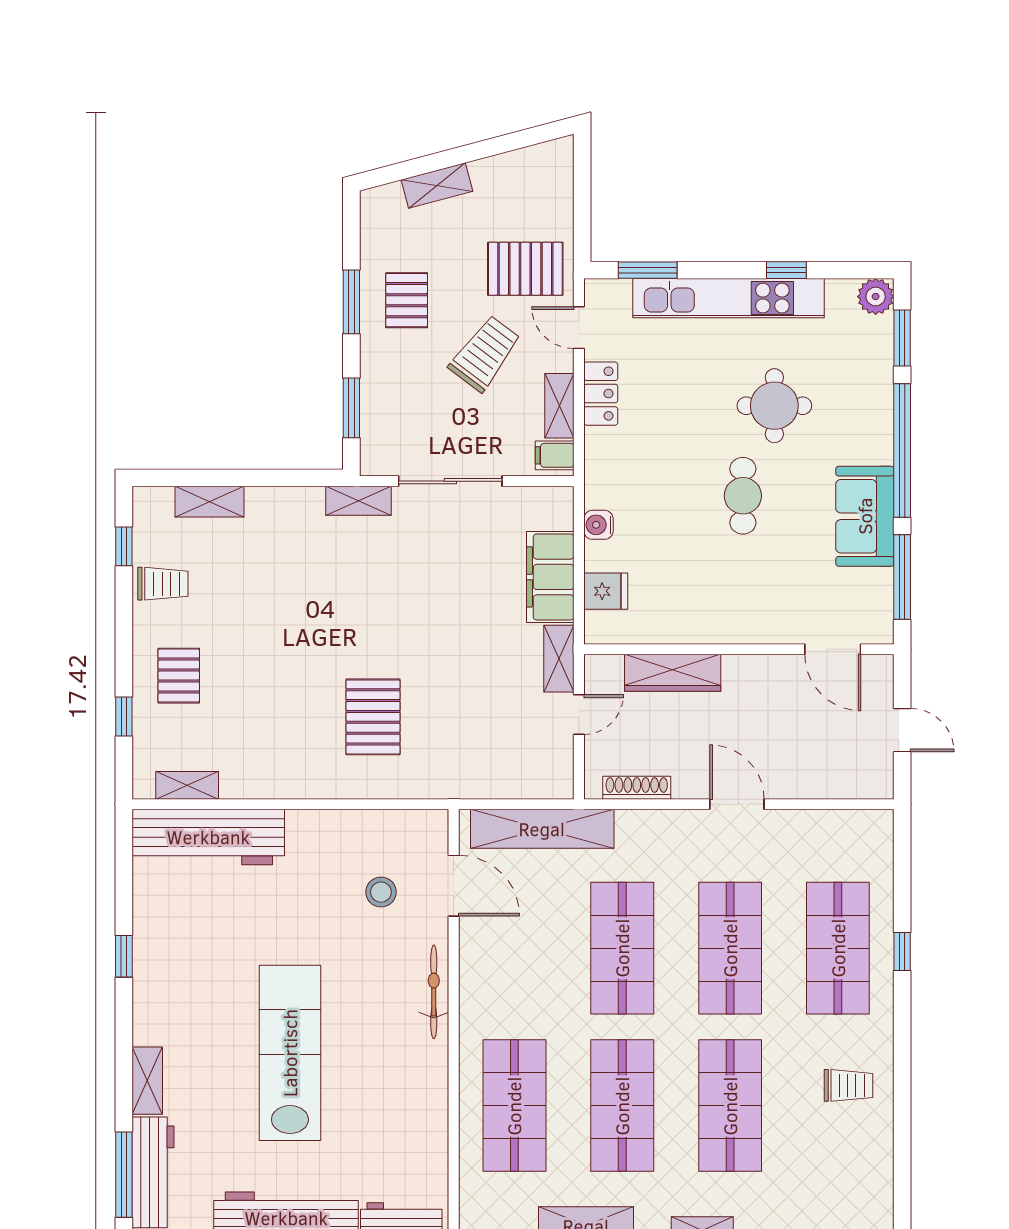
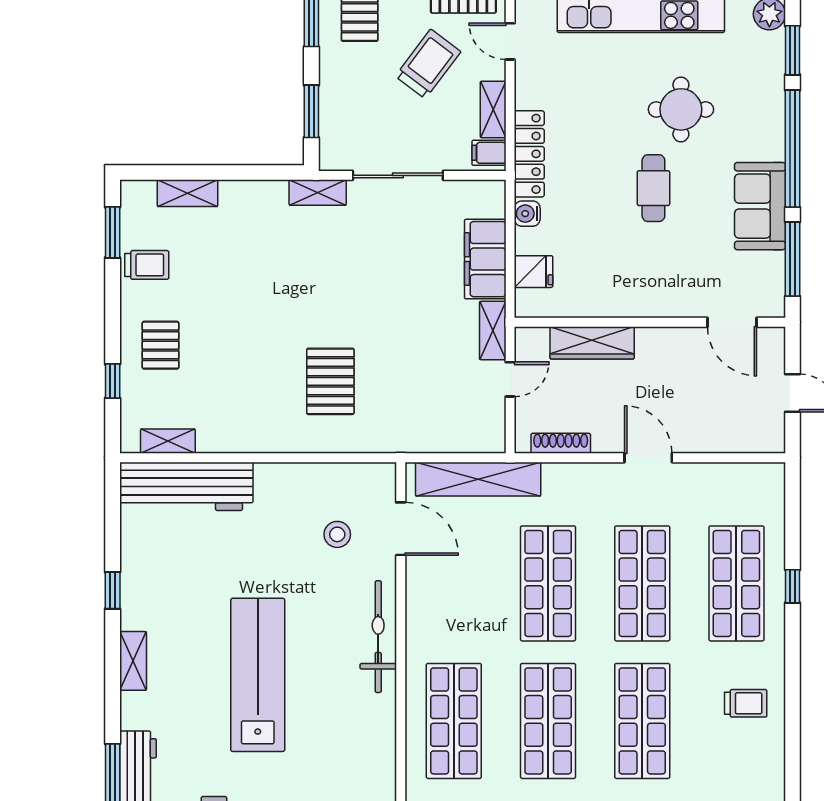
locker: (601, 394) -> (529, 154), moved, width x1.53
window: (124, 546) -> (113, 232), width x1.50
bicycle: (434, 992) -> (378, 637), width x1.37, depth x1.40
shelving: (147, 1081) -> (133, 661), moved

